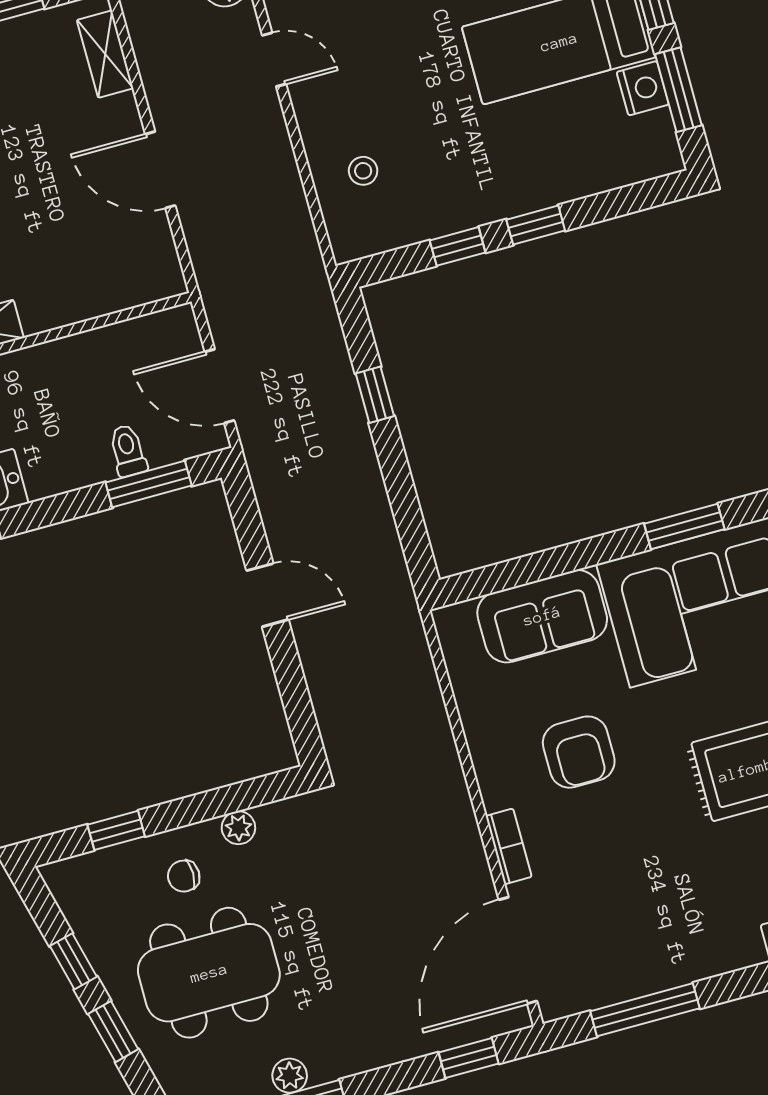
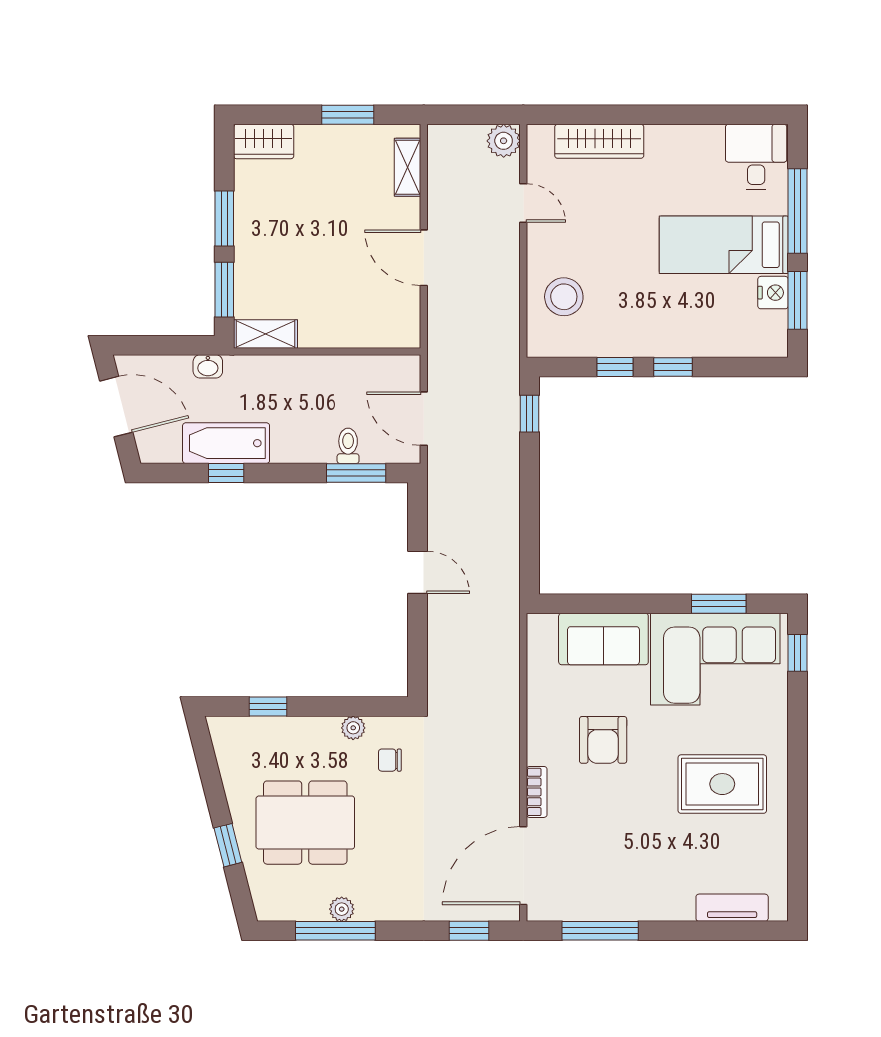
stool: (363, 171) -> (564, 297), width x1.89, depth x1.89
window: (375, 395) -> (530, 414), moved
chair: (184, 876) -> (390, 760), moved
window: (73, 961) -> (214, 789), removed

